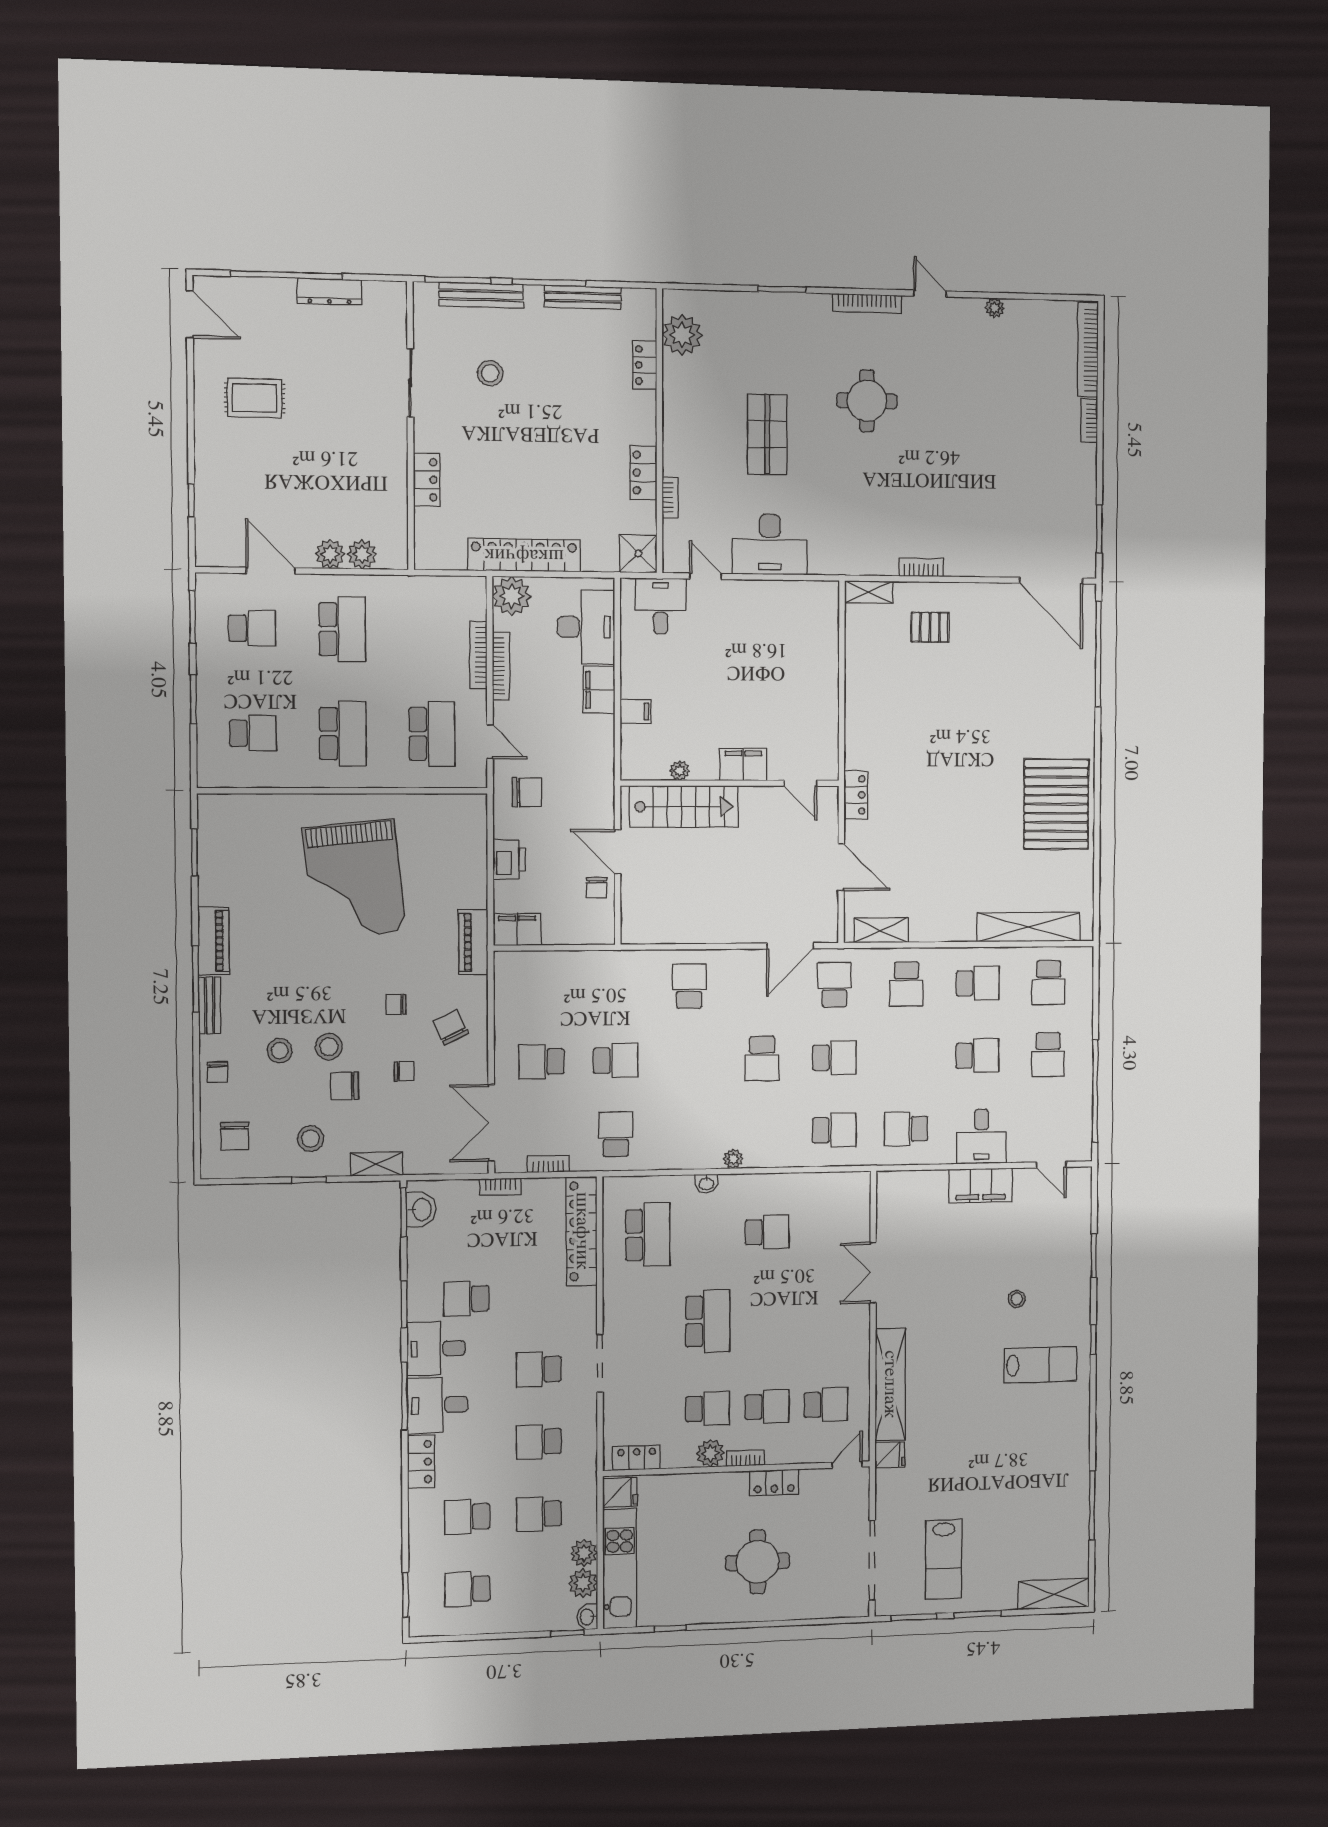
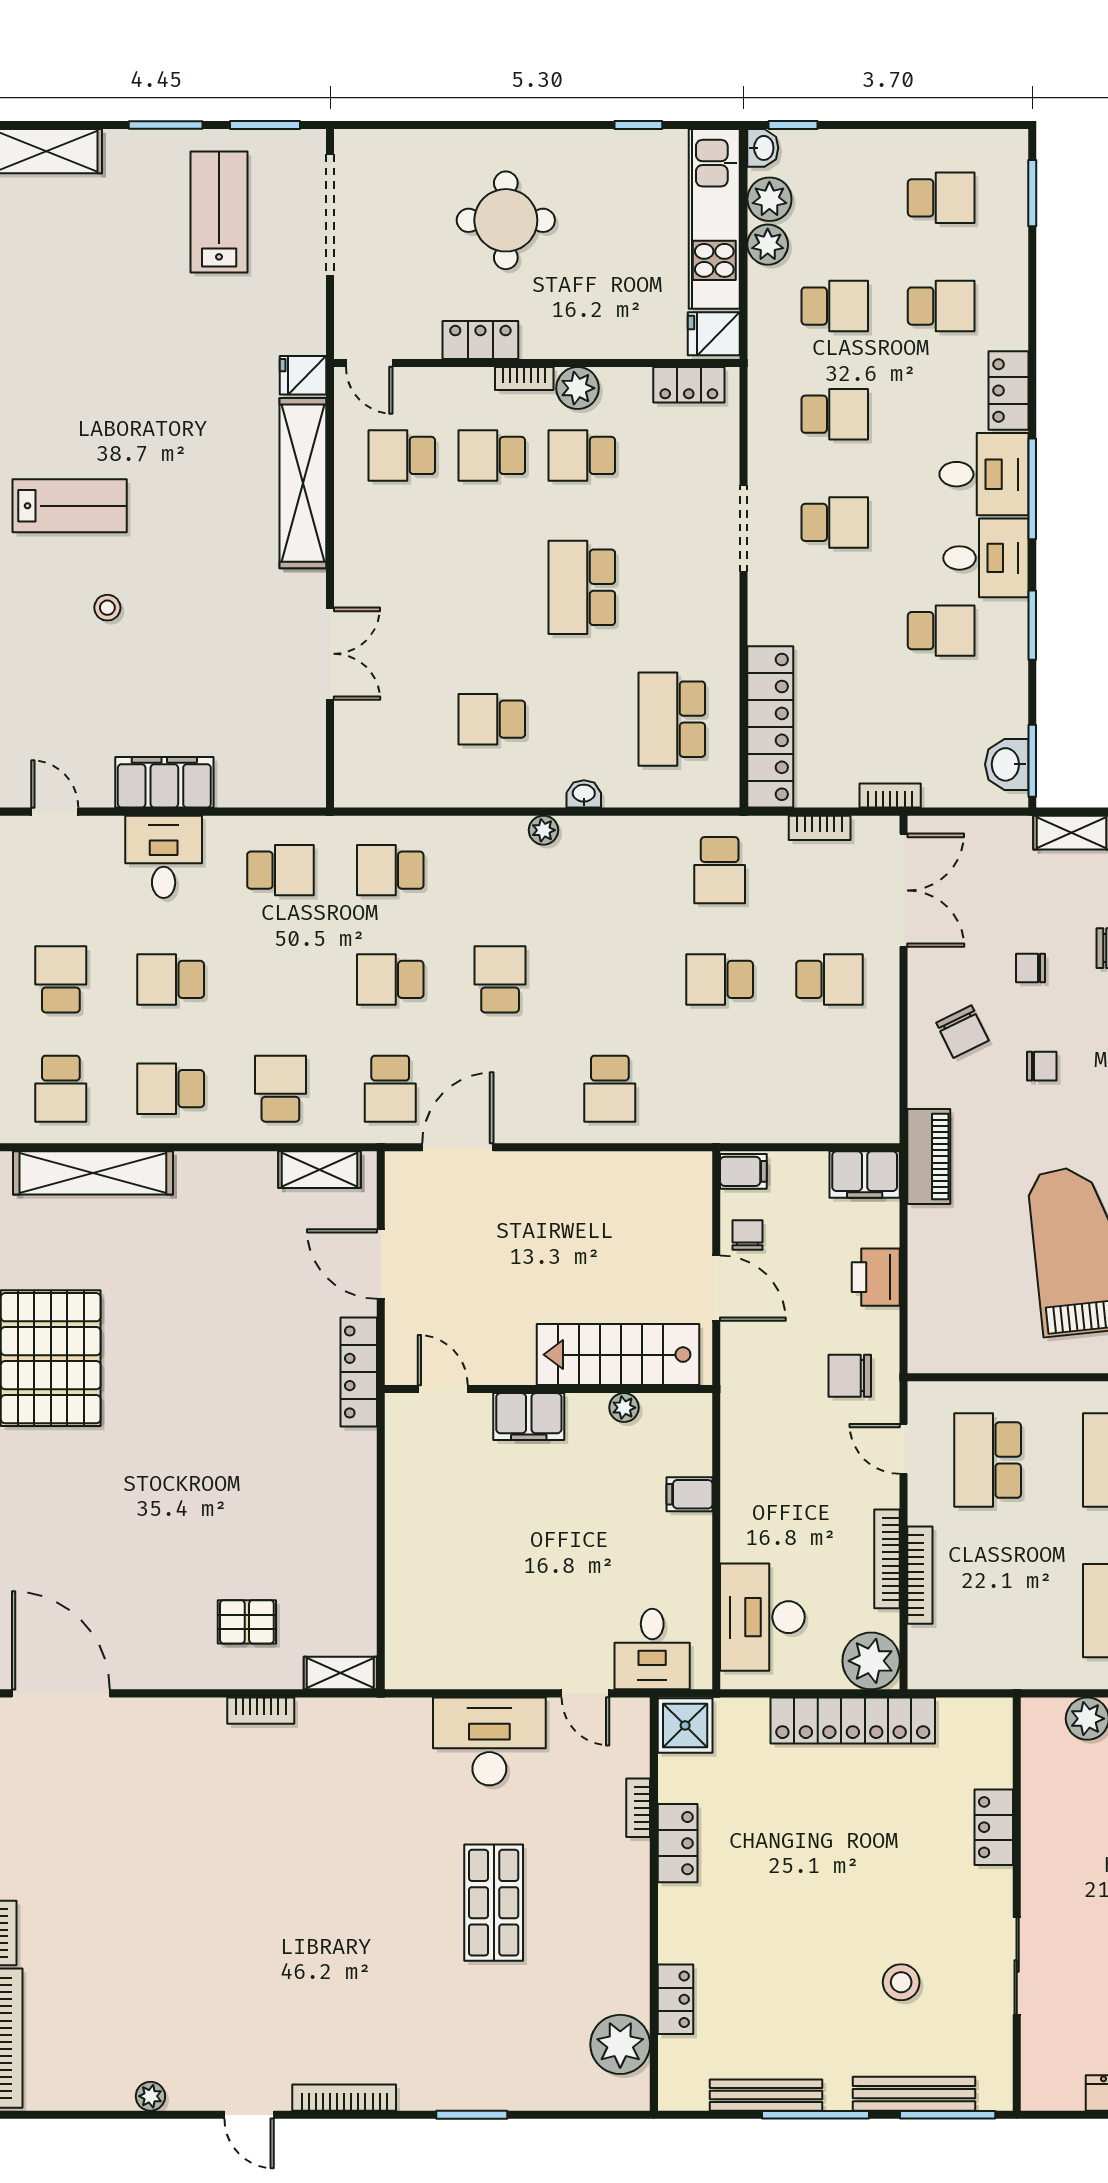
round table: (867, 401) -> (344, 1955), removed
filing cabinet: (599, 690) -> (743, 1171), moved, width x0.50
locker: (856, 795) -> (359, 1372), width x1.53
school desk: (1049, 983) -> (61, 1089), turned 180
lab bench: (1040, 1365) -> (70, 506), turned 180
door: (847, 1465) -> (369, 363), hinge flipped

